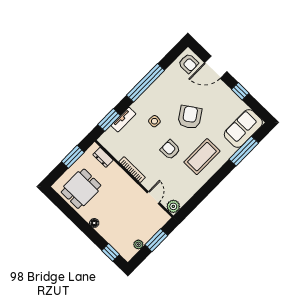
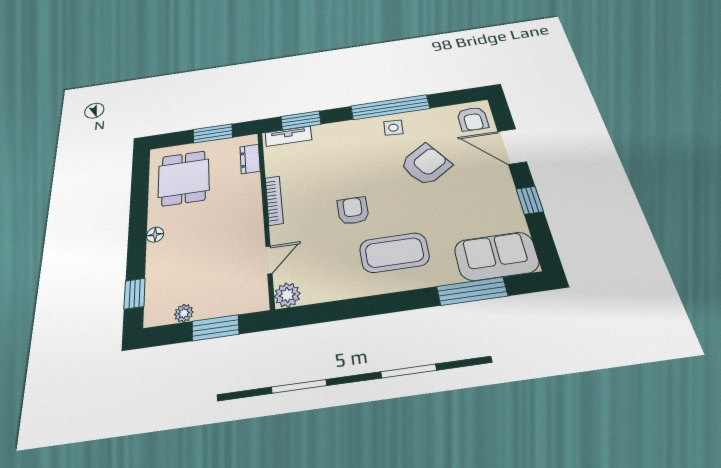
armchair: (190, 117) -> (426, 165), moved
tv unit: (123, 120) -> (288, 136), moved
side table: (154, 121) -> (393, 128), moved
dining table: (81, 189) -> (184, 178), turned 90

